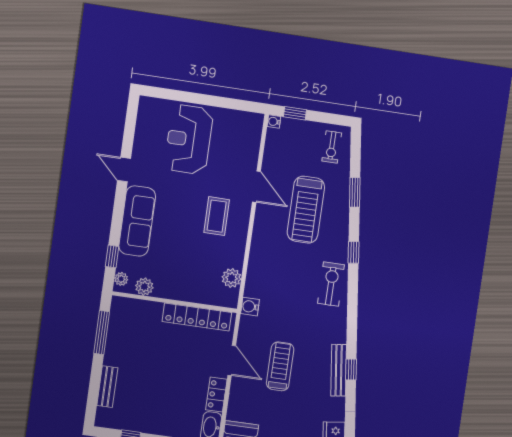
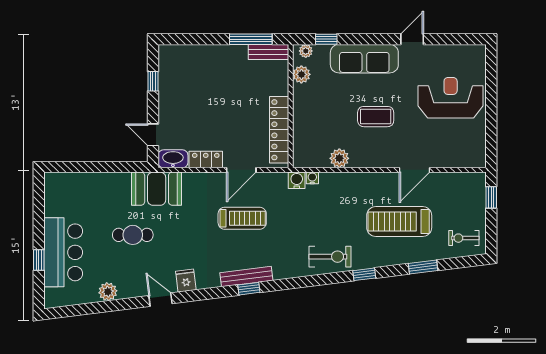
water cooler: (274, 122) -> (312, 178), moved
coffee table: (217, 216) -> (376, 117), moved
plant: (232, 278) -> (339, 158), moved
bench: (107, 387) -> (269, 52), moved

